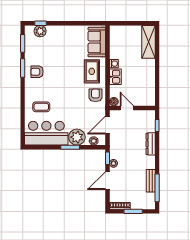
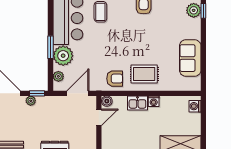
washing machine: (118, 30) -> (195, 106), added
sofa: (97, 42) -> (190, 58), moved, turned -90
door: (107, 125) -> (78, 93), hinge flipped

